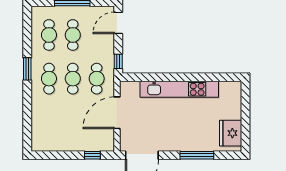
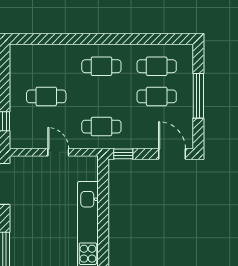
window: (27, 69) -> (114, 39), removed
cafe table: (73, 79) -> (46, 96), moved
door: (117, 113) -> (58, 152), width x0.53

